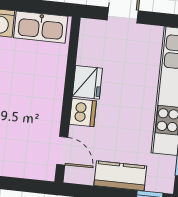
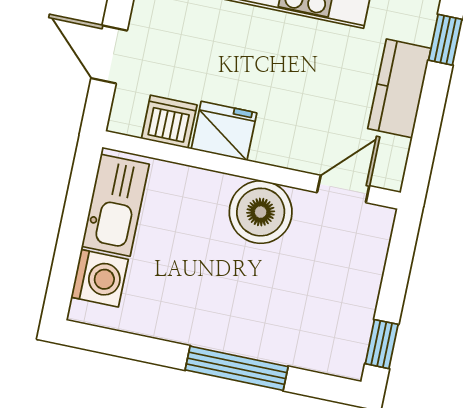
boiler: (45, 107) -> (261, 212), added
dishwasher: (83, 113) -> (169, 122), moved

